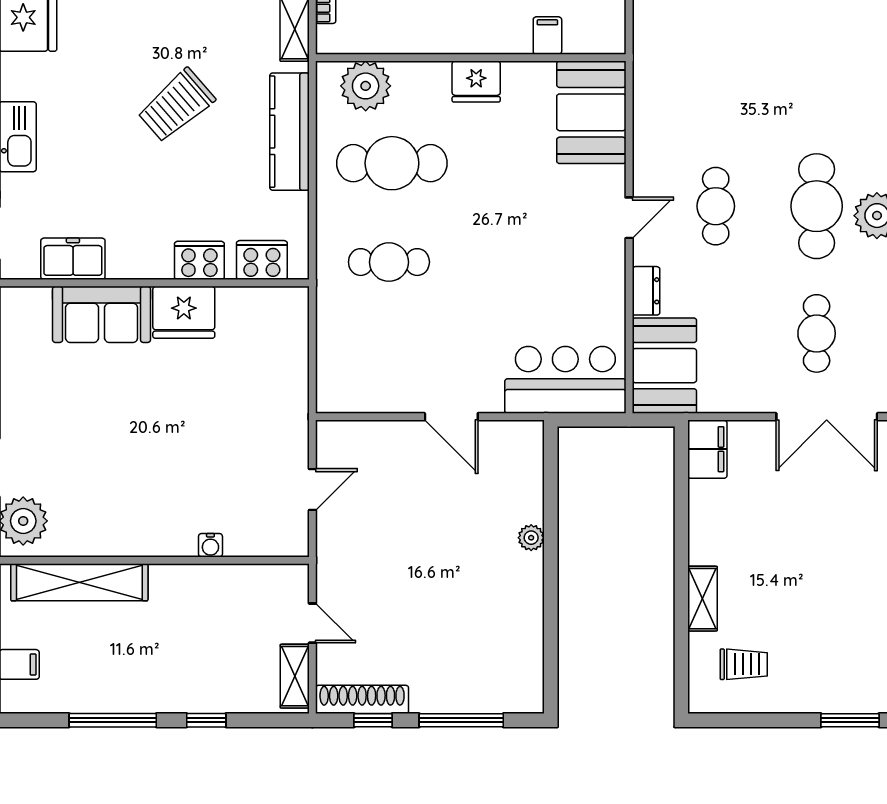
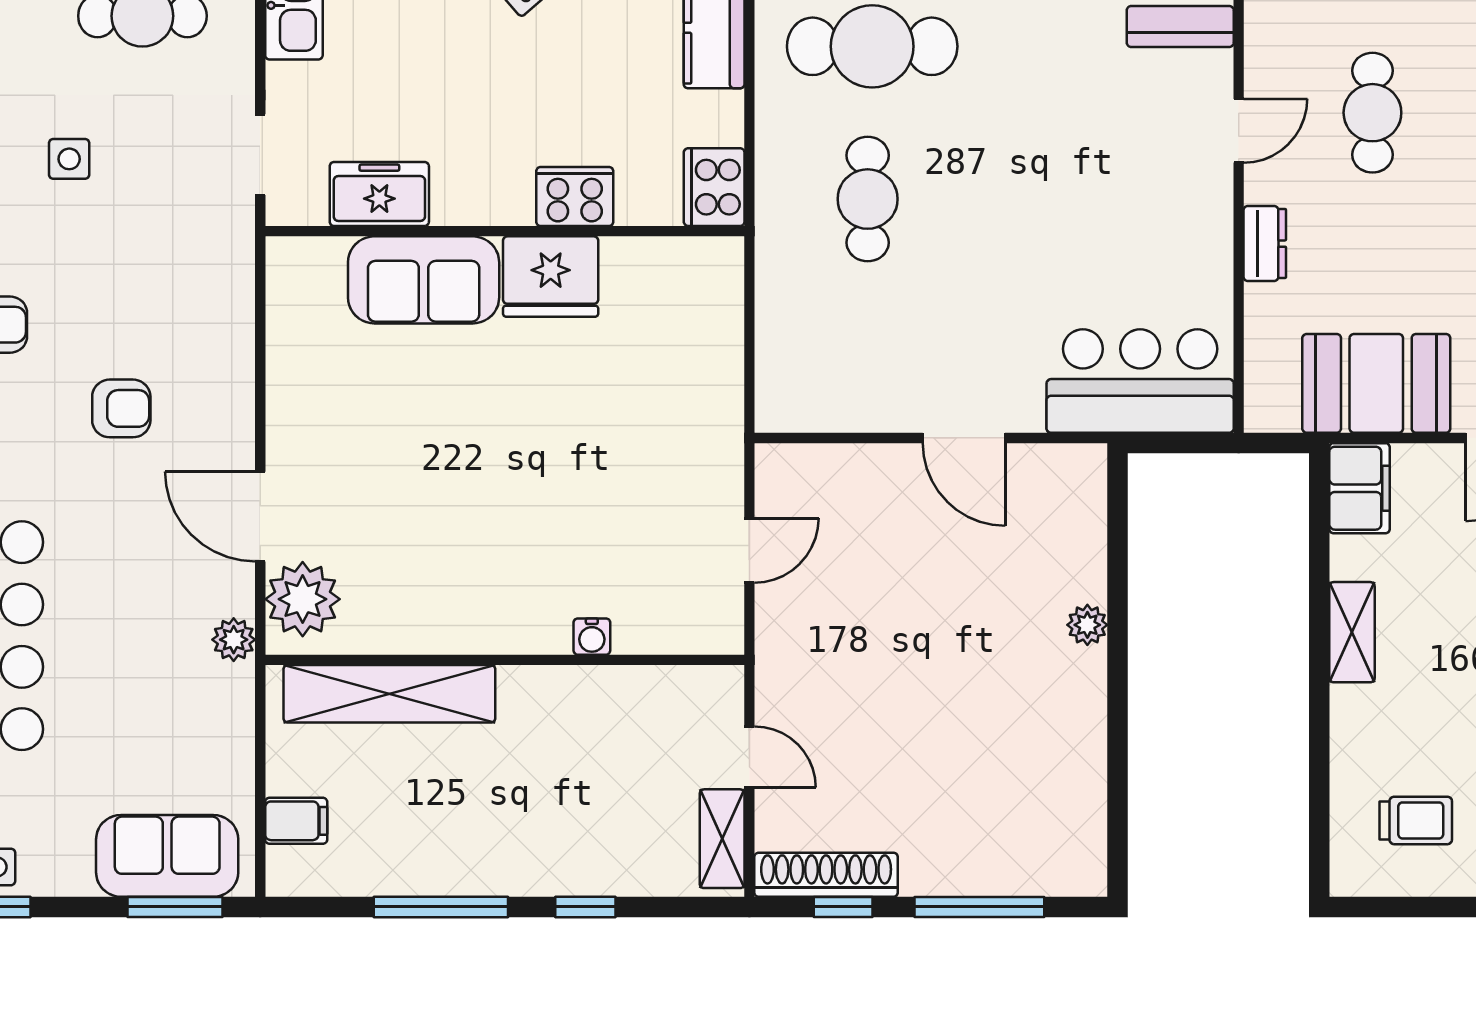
cooker: (262, 260) -> (714, 187), moved, turned -90
cafe table: (389, 262) -> (868, 199), turned 90
booth: (664, 366) -> (1376, 383), moved, turned 90
shelving: (702, 599) -> (1352, 632), moved

